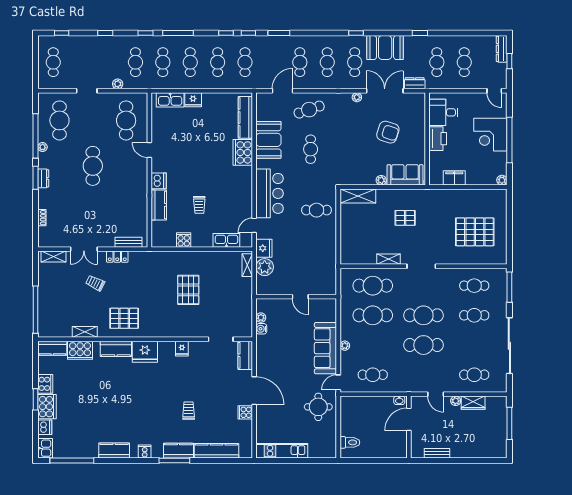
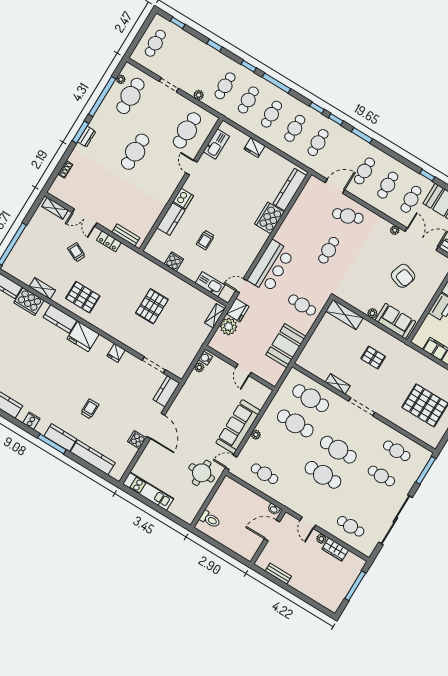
kitchen sink: (170, 100) -> (216, 144), moved, turned -90
booth: (268, 140) -> (286, 346), moved
plant: (43, 147) -> (121, 79), moved
water cooler: (261, 329) -> (205, 358), moved

